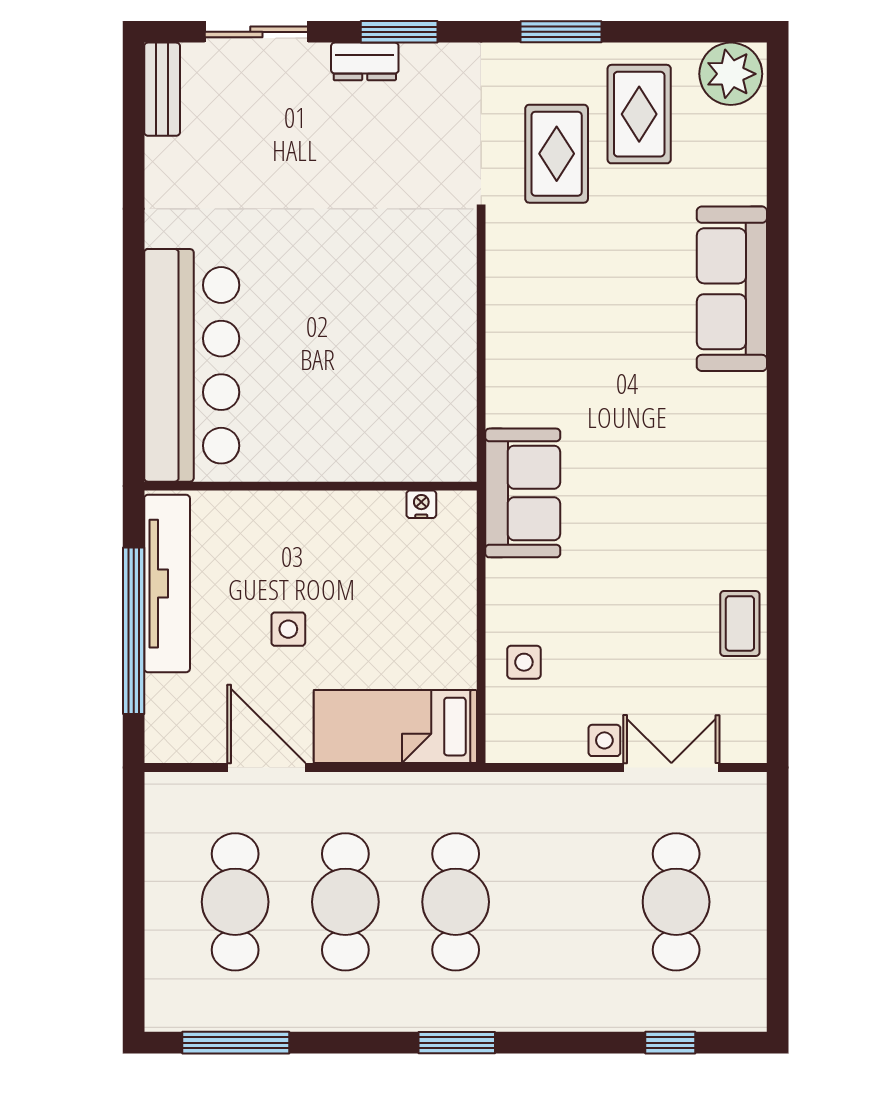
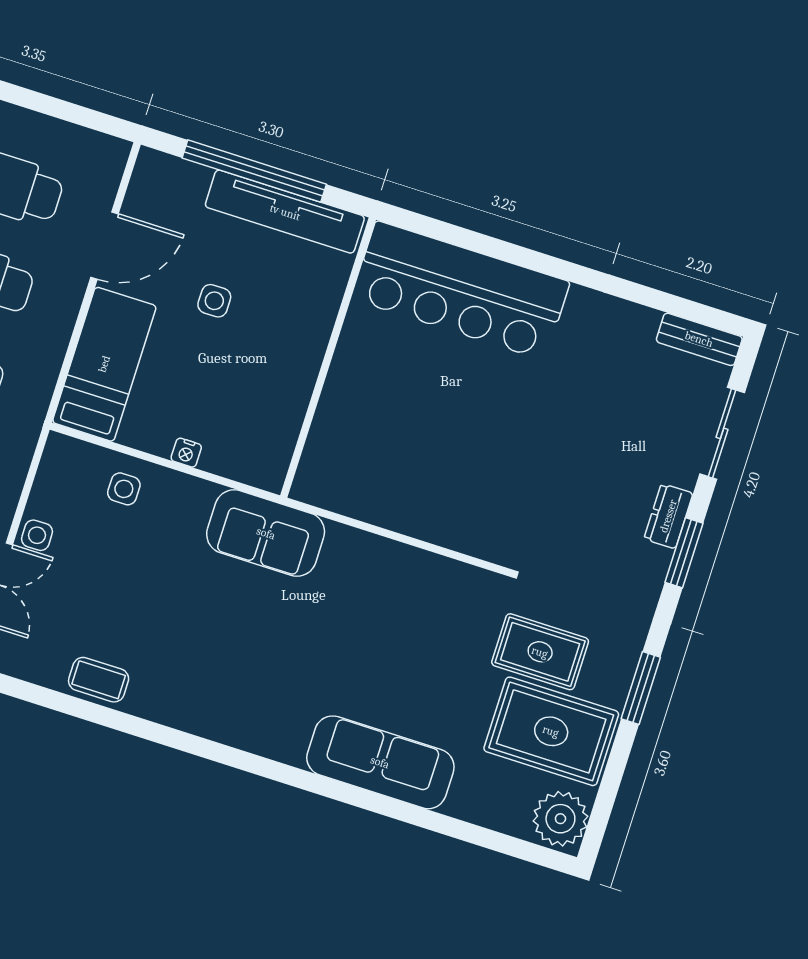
rug: (639, 114) -> (551, 731), width x1.36, depth x1.43
nightstand: (421, 504) -> (186, 453), moved, turned 90

